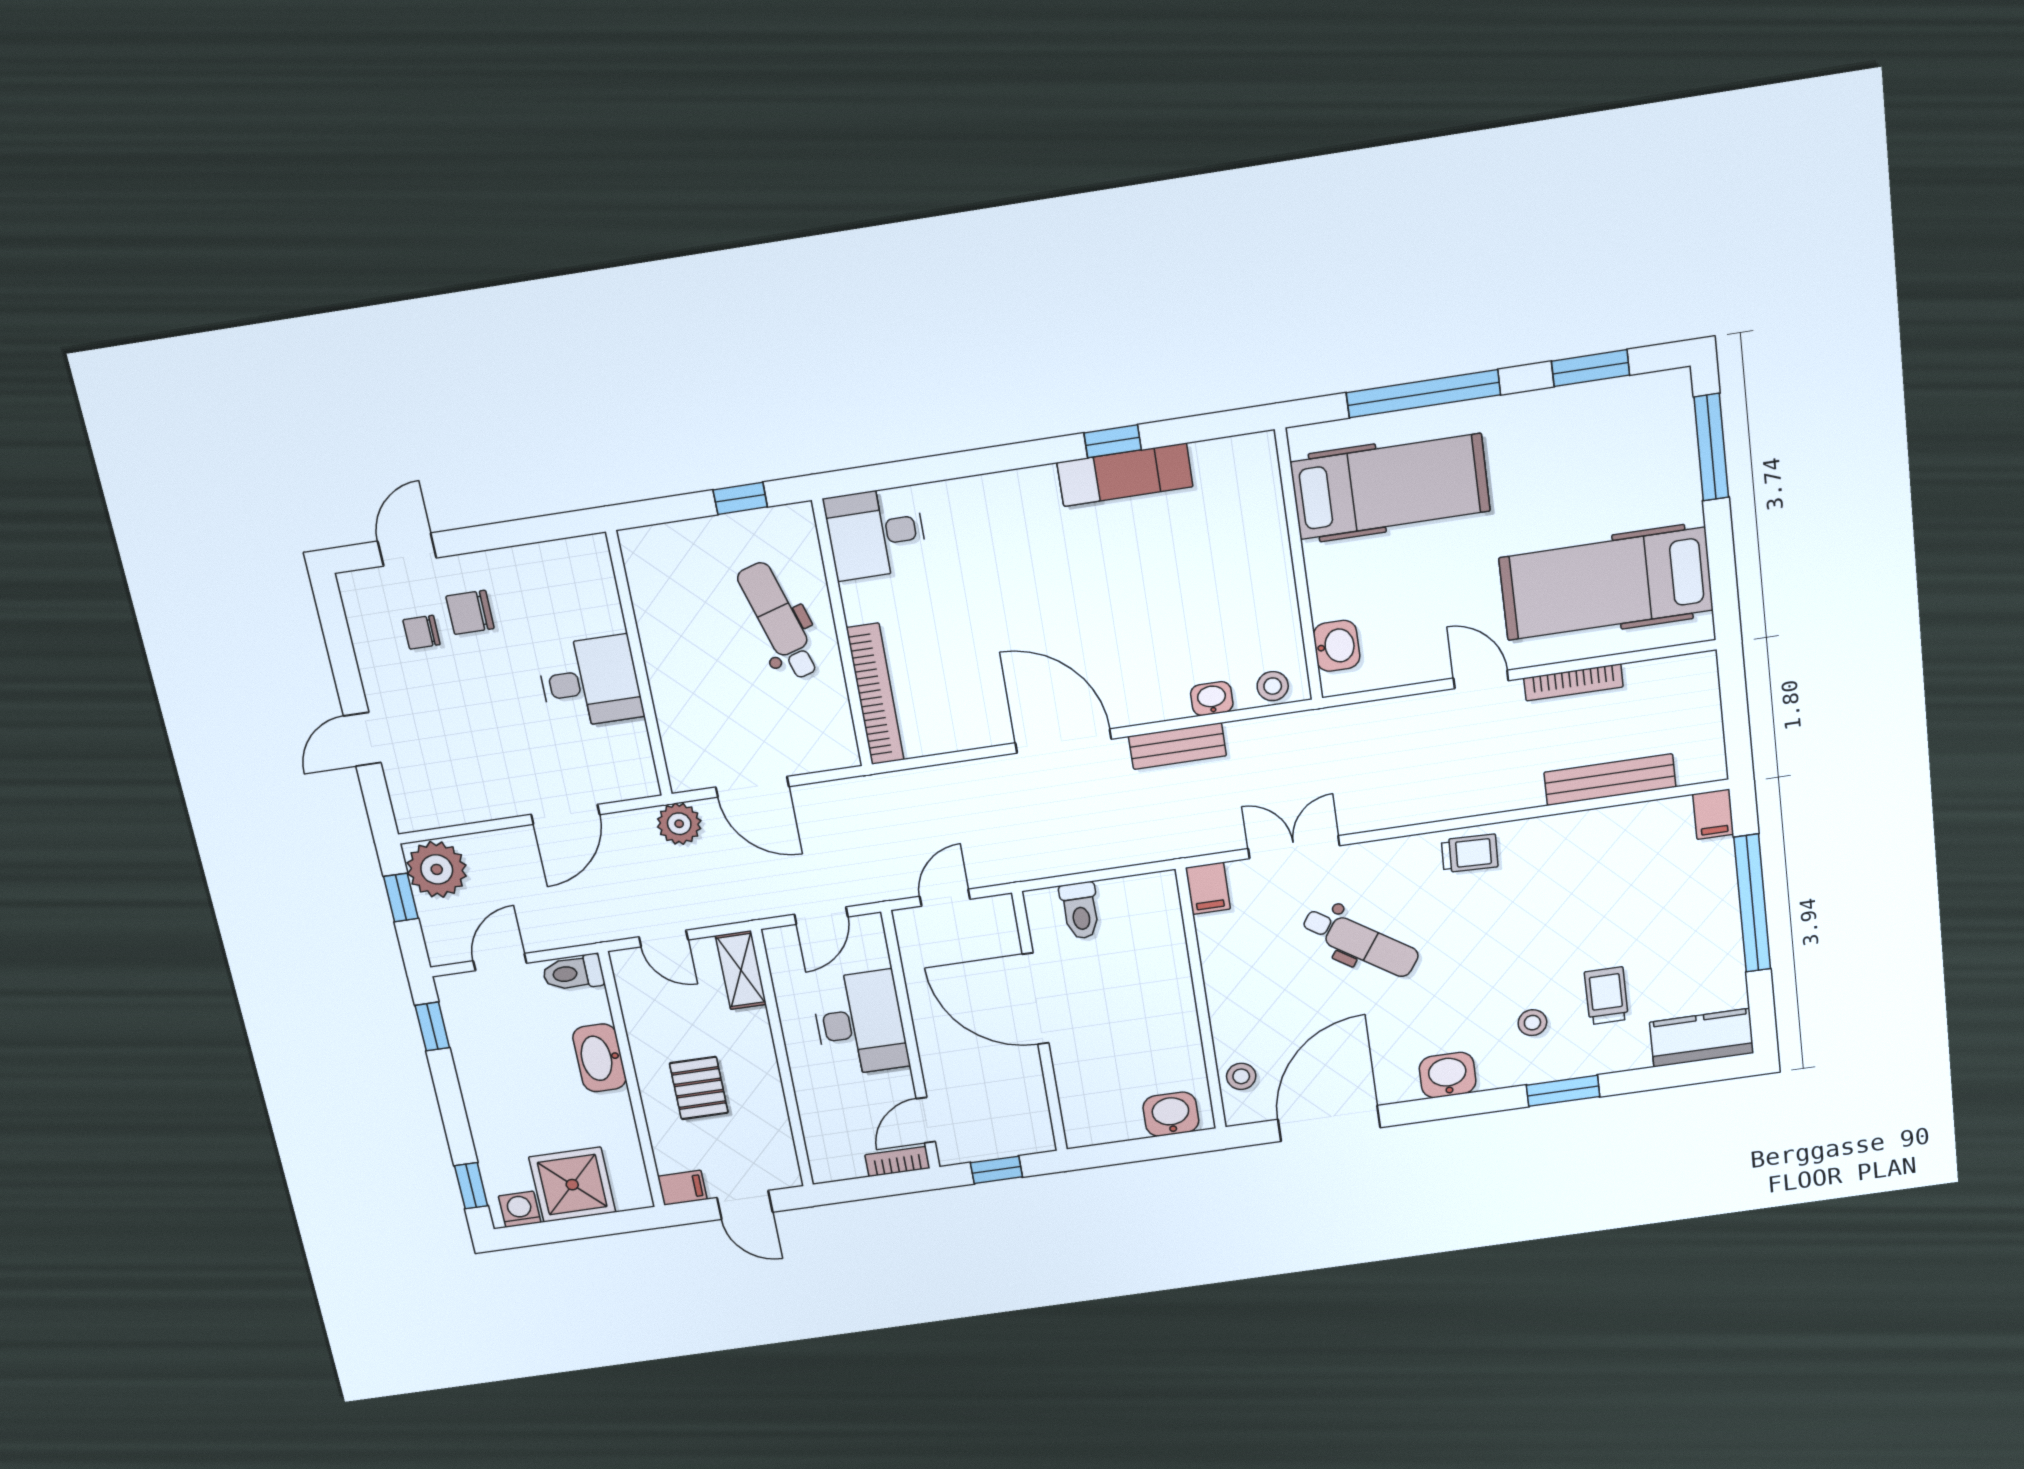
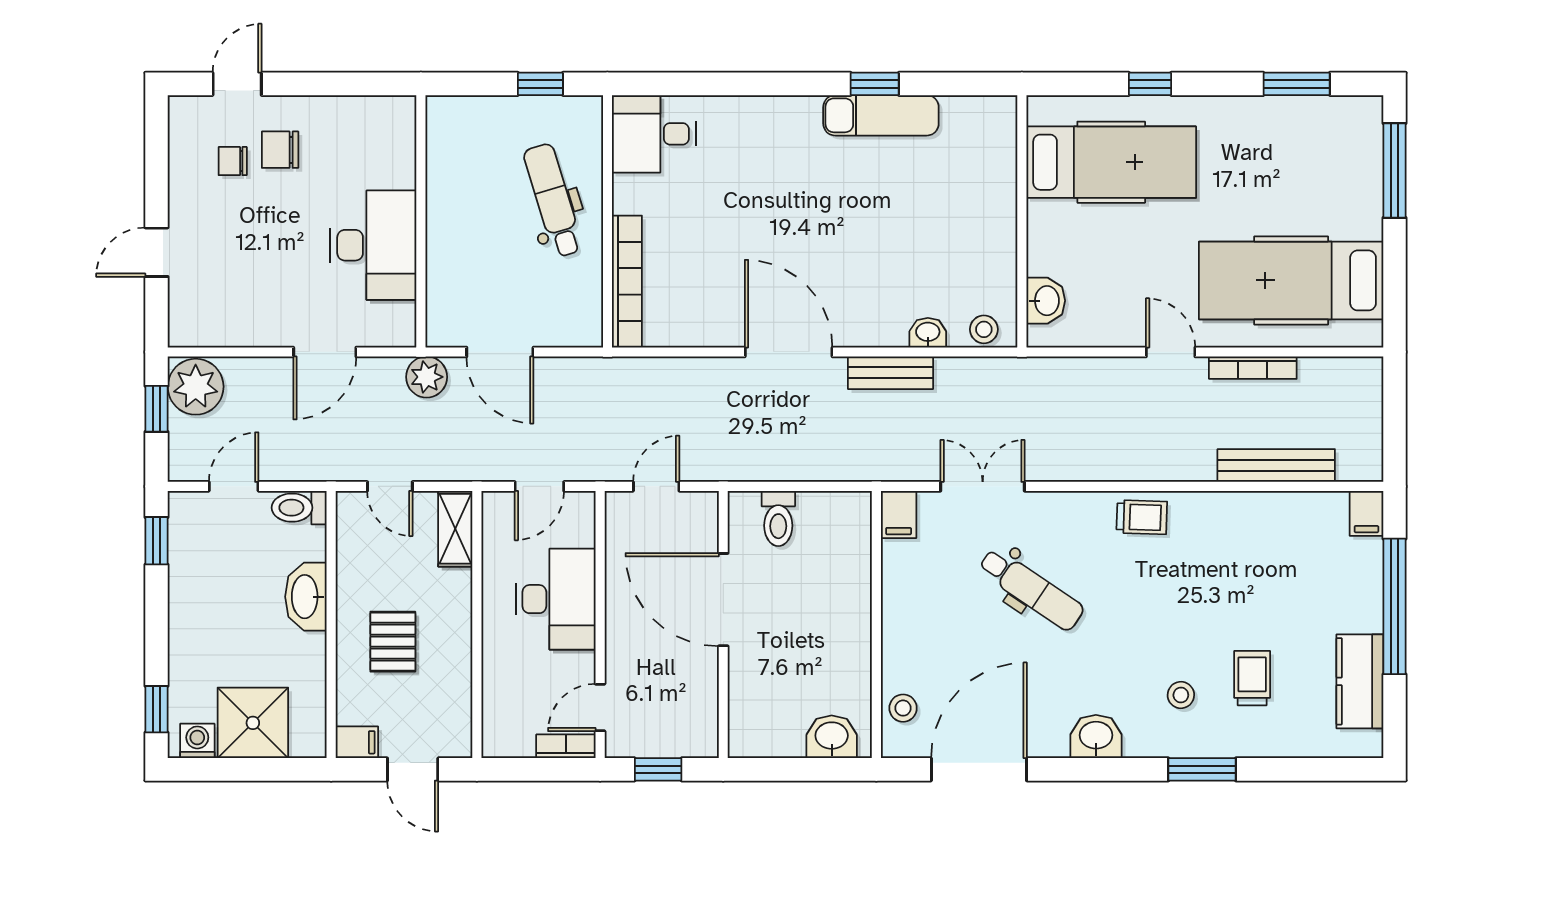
window: (1423, 394) -> (1150, 84), width x0.32
desk: (590, 682) -> (373, 245), width x1.37
kitchen counter: (1702, 1038) -> (1360, 681), moved, turned -90

